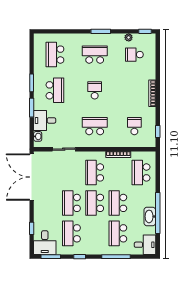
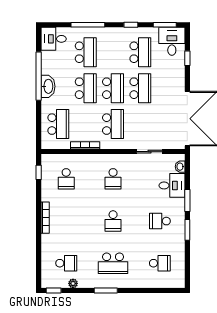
school desk: (55, 55) -> (160, 263), width x0.54
school desk: (55, 90) -> (160, 221), width x0.54
school desk: (95, 126) -> (113, 179), width x0.54
washbasin: (150, 216) -> (48, 86), moved

